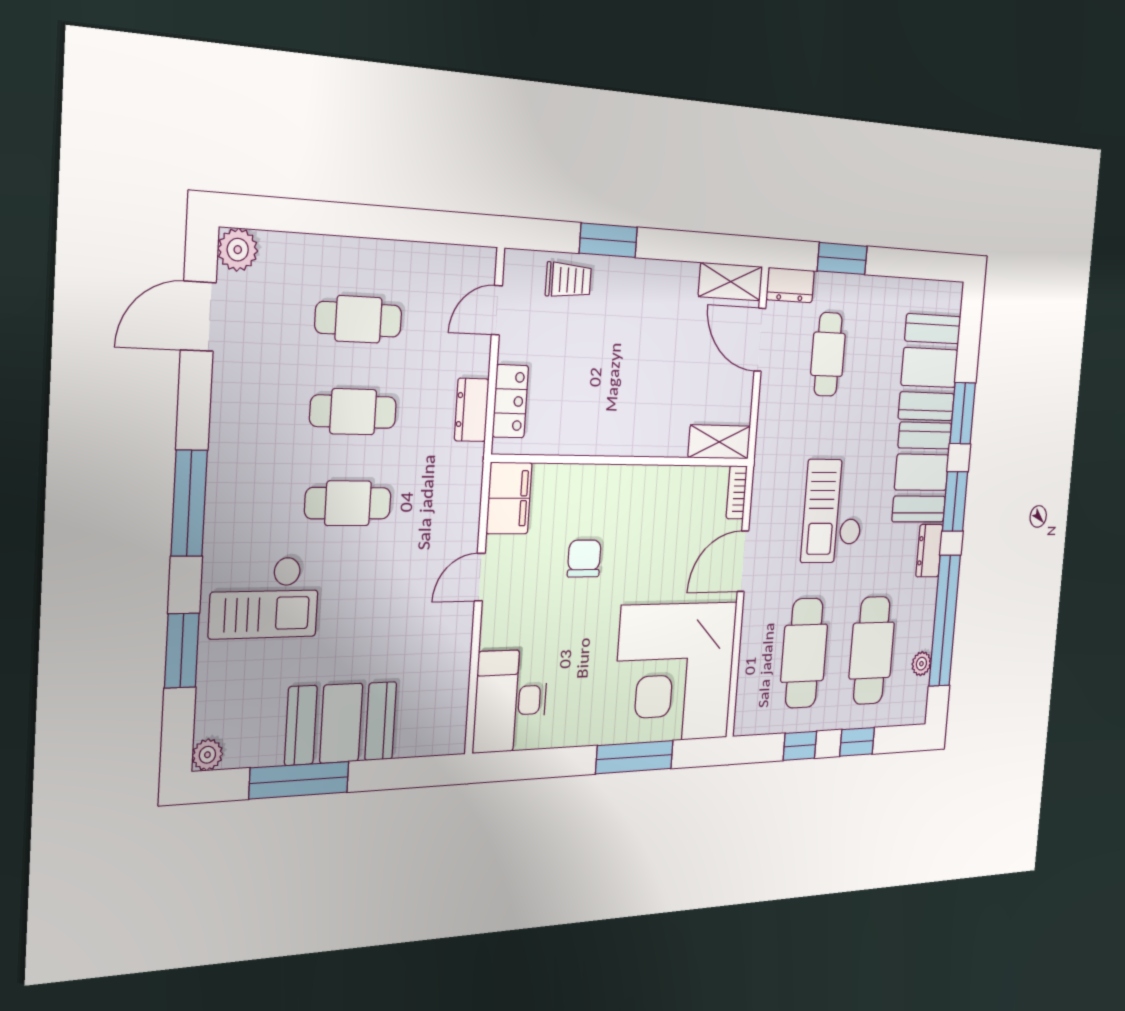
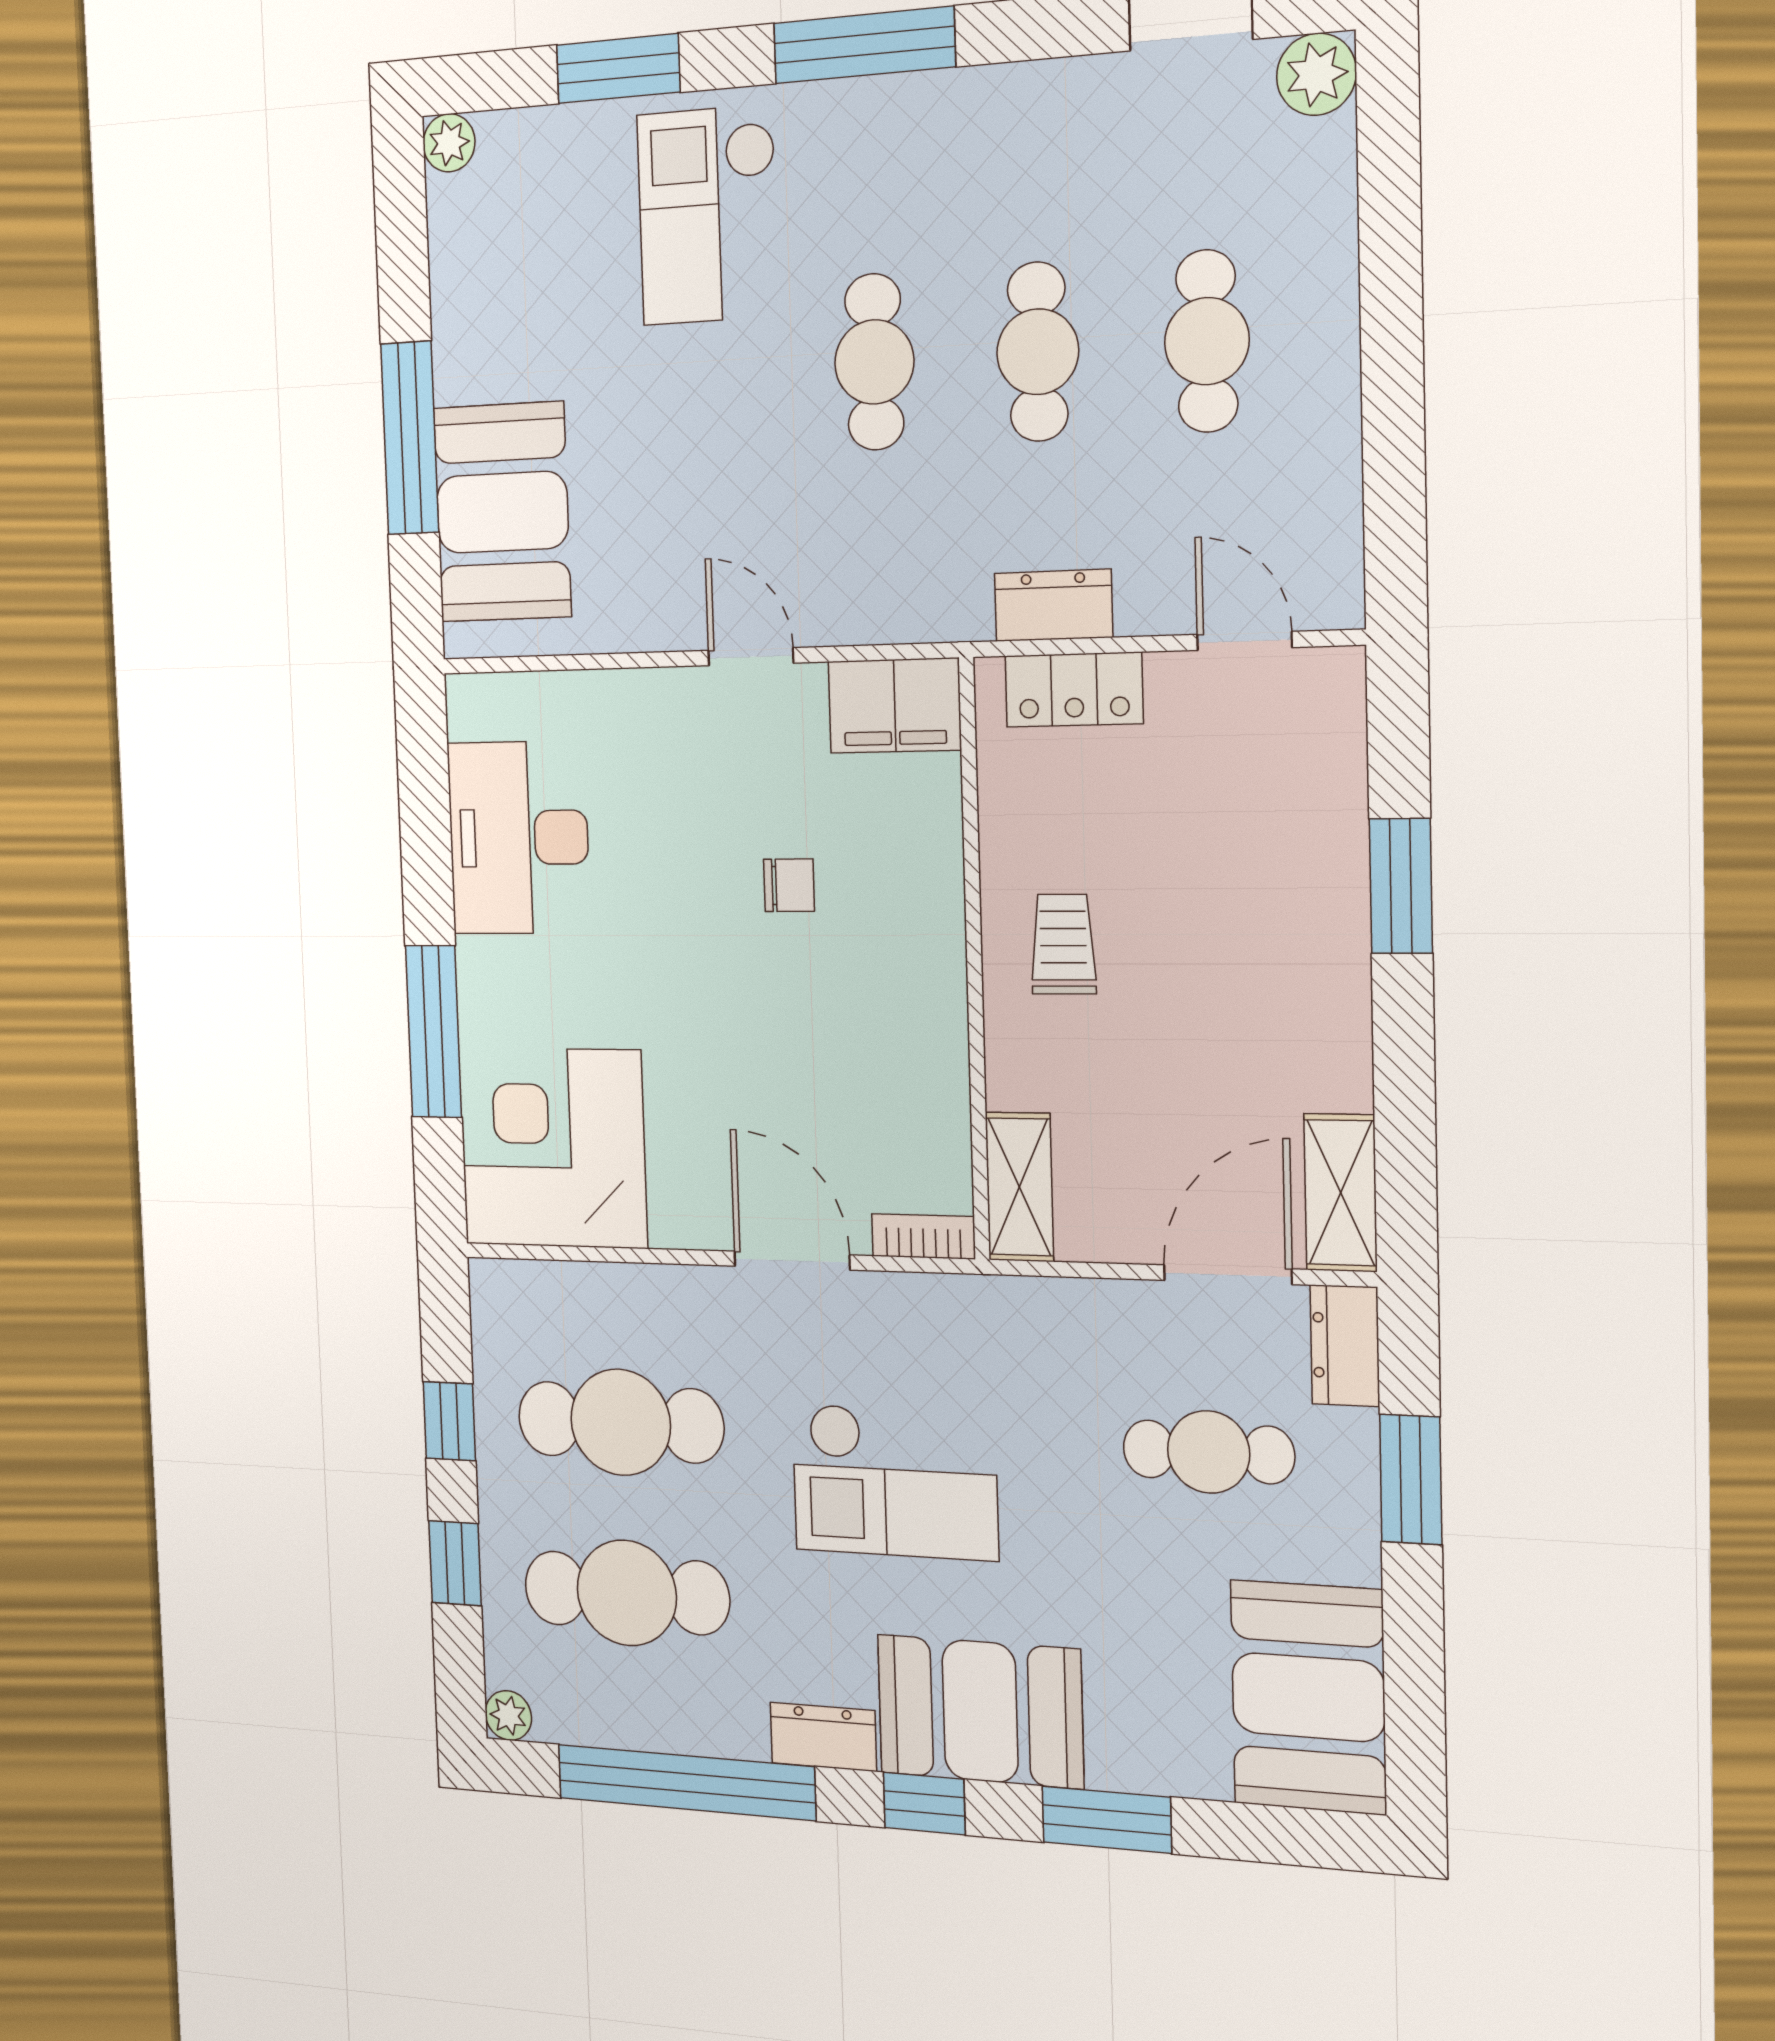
trolley: (568, 280) -> (1063, 944), moved, turned 180
booth: (930, 368) -> (1308, 1697), moved, turned 90
window: (955, 501) -> (924, 1804), width x0.67
checkout: (833, 511) -> (895, 1481), turned 180
chair: (584, 559) -> (789, 885), width x0.73, depth x0.73
plant: (921, 664) -> (508, 1715), moved
corner desk: (675, 672) -> (553, 1148), width x0.74, depth x0.74
desk: (511, 701) -> (519, 838), moved, turned -90
booth: (341, 723) -> (502, 512), moved
window: (299, 780) -> (410, 438), moved

